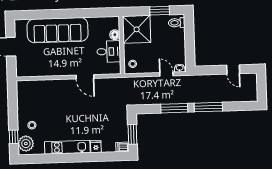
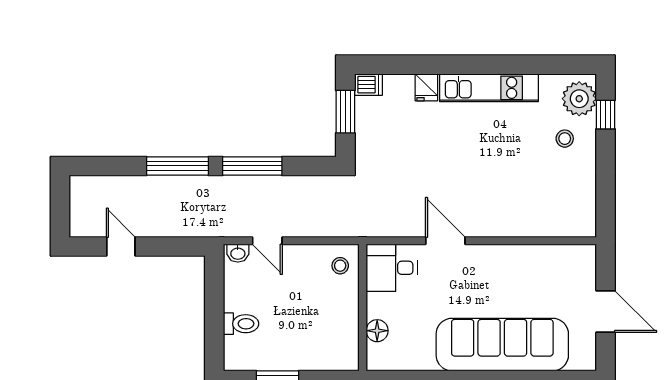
toilet: (177, 23) -> (241, 324), moved
shower: (137, 29) -> (329, 341), removed
desk: (109, 52) -> (392, 268), moved

